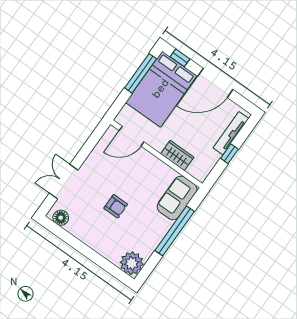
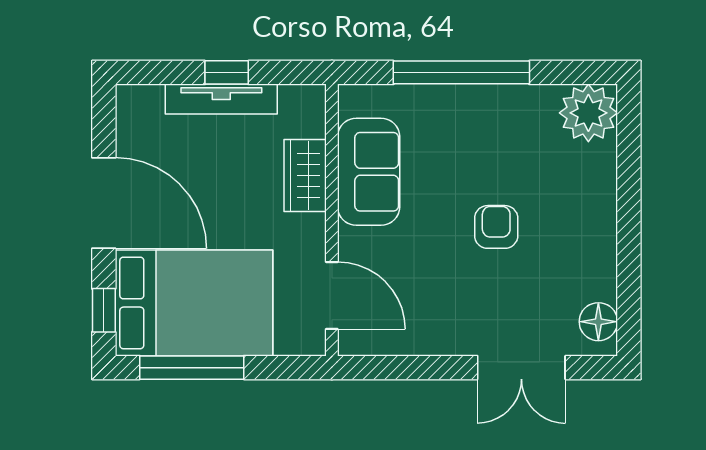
tv unit: (231, 133) -> (221, 99), moved
sofa: (177, 198) -> (369, 172), moved, turned -90

